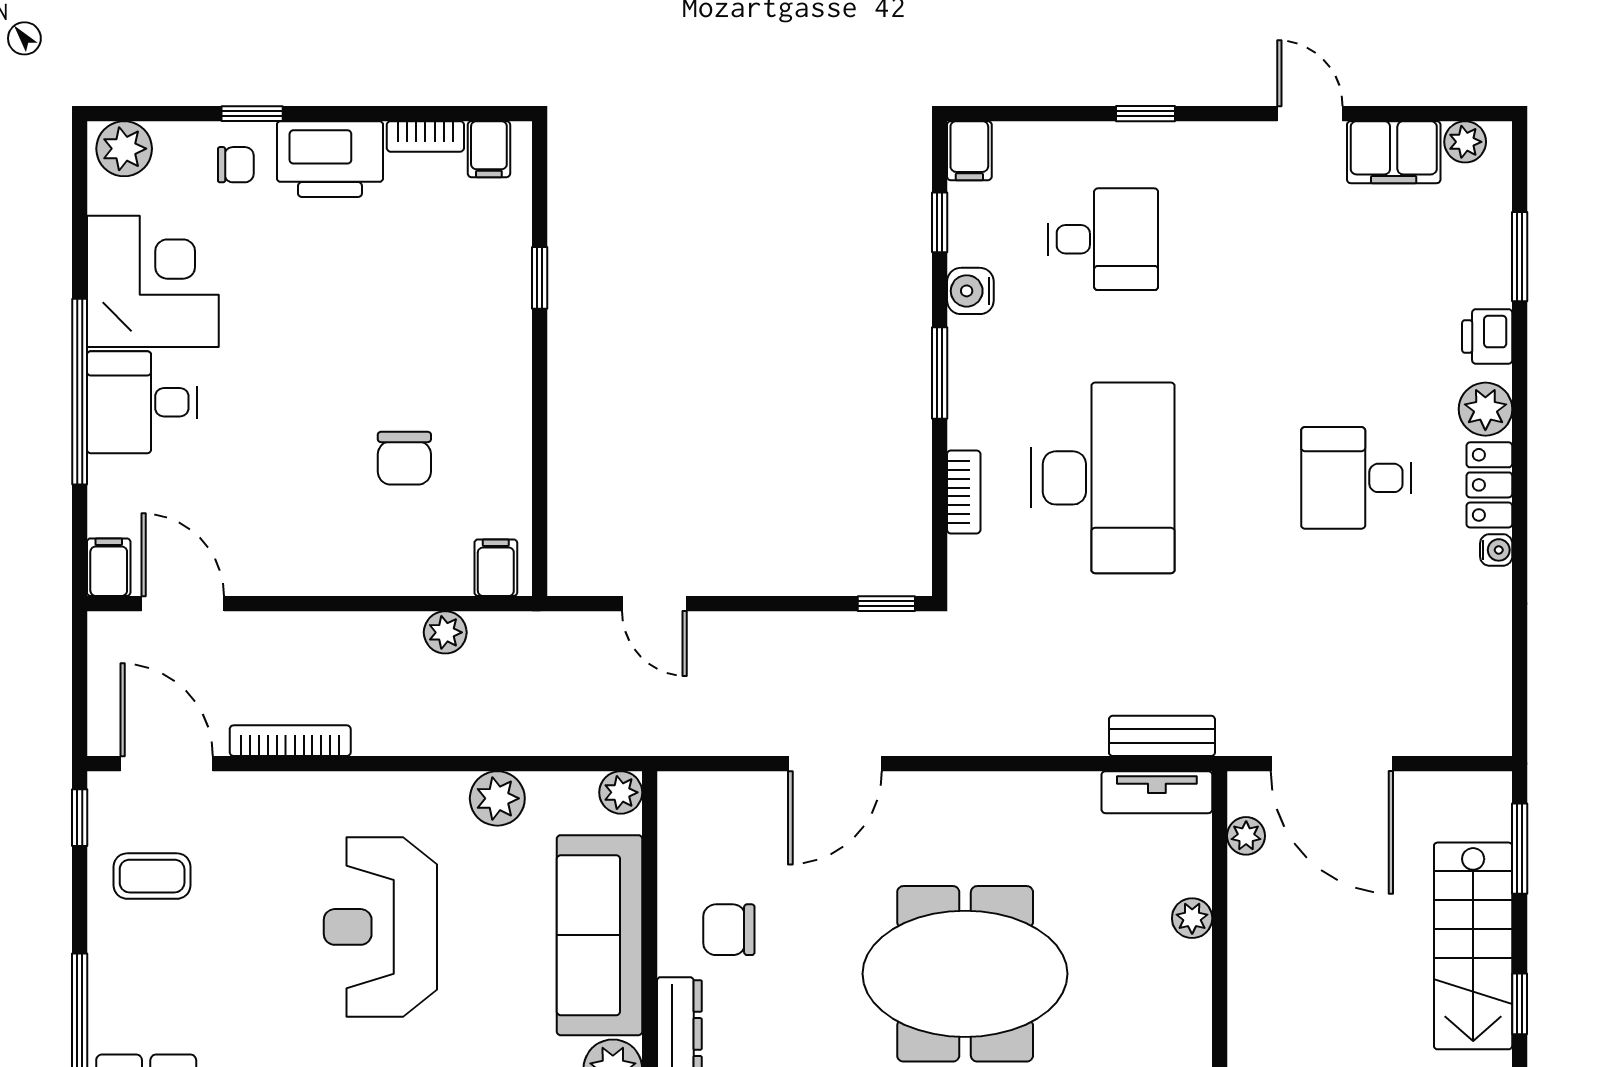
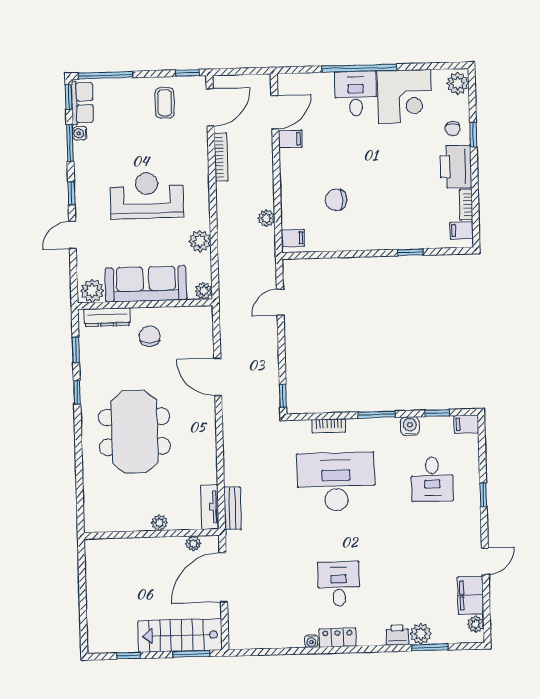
plant: (1485, 409) -> (421, 634), moved
desk: (1103, 478) -> (336, 482), turned 180
filing cabinet: (109, 567) -> (290, 139), moved
stairs: (1473, 946) -> (180, 635), moved

